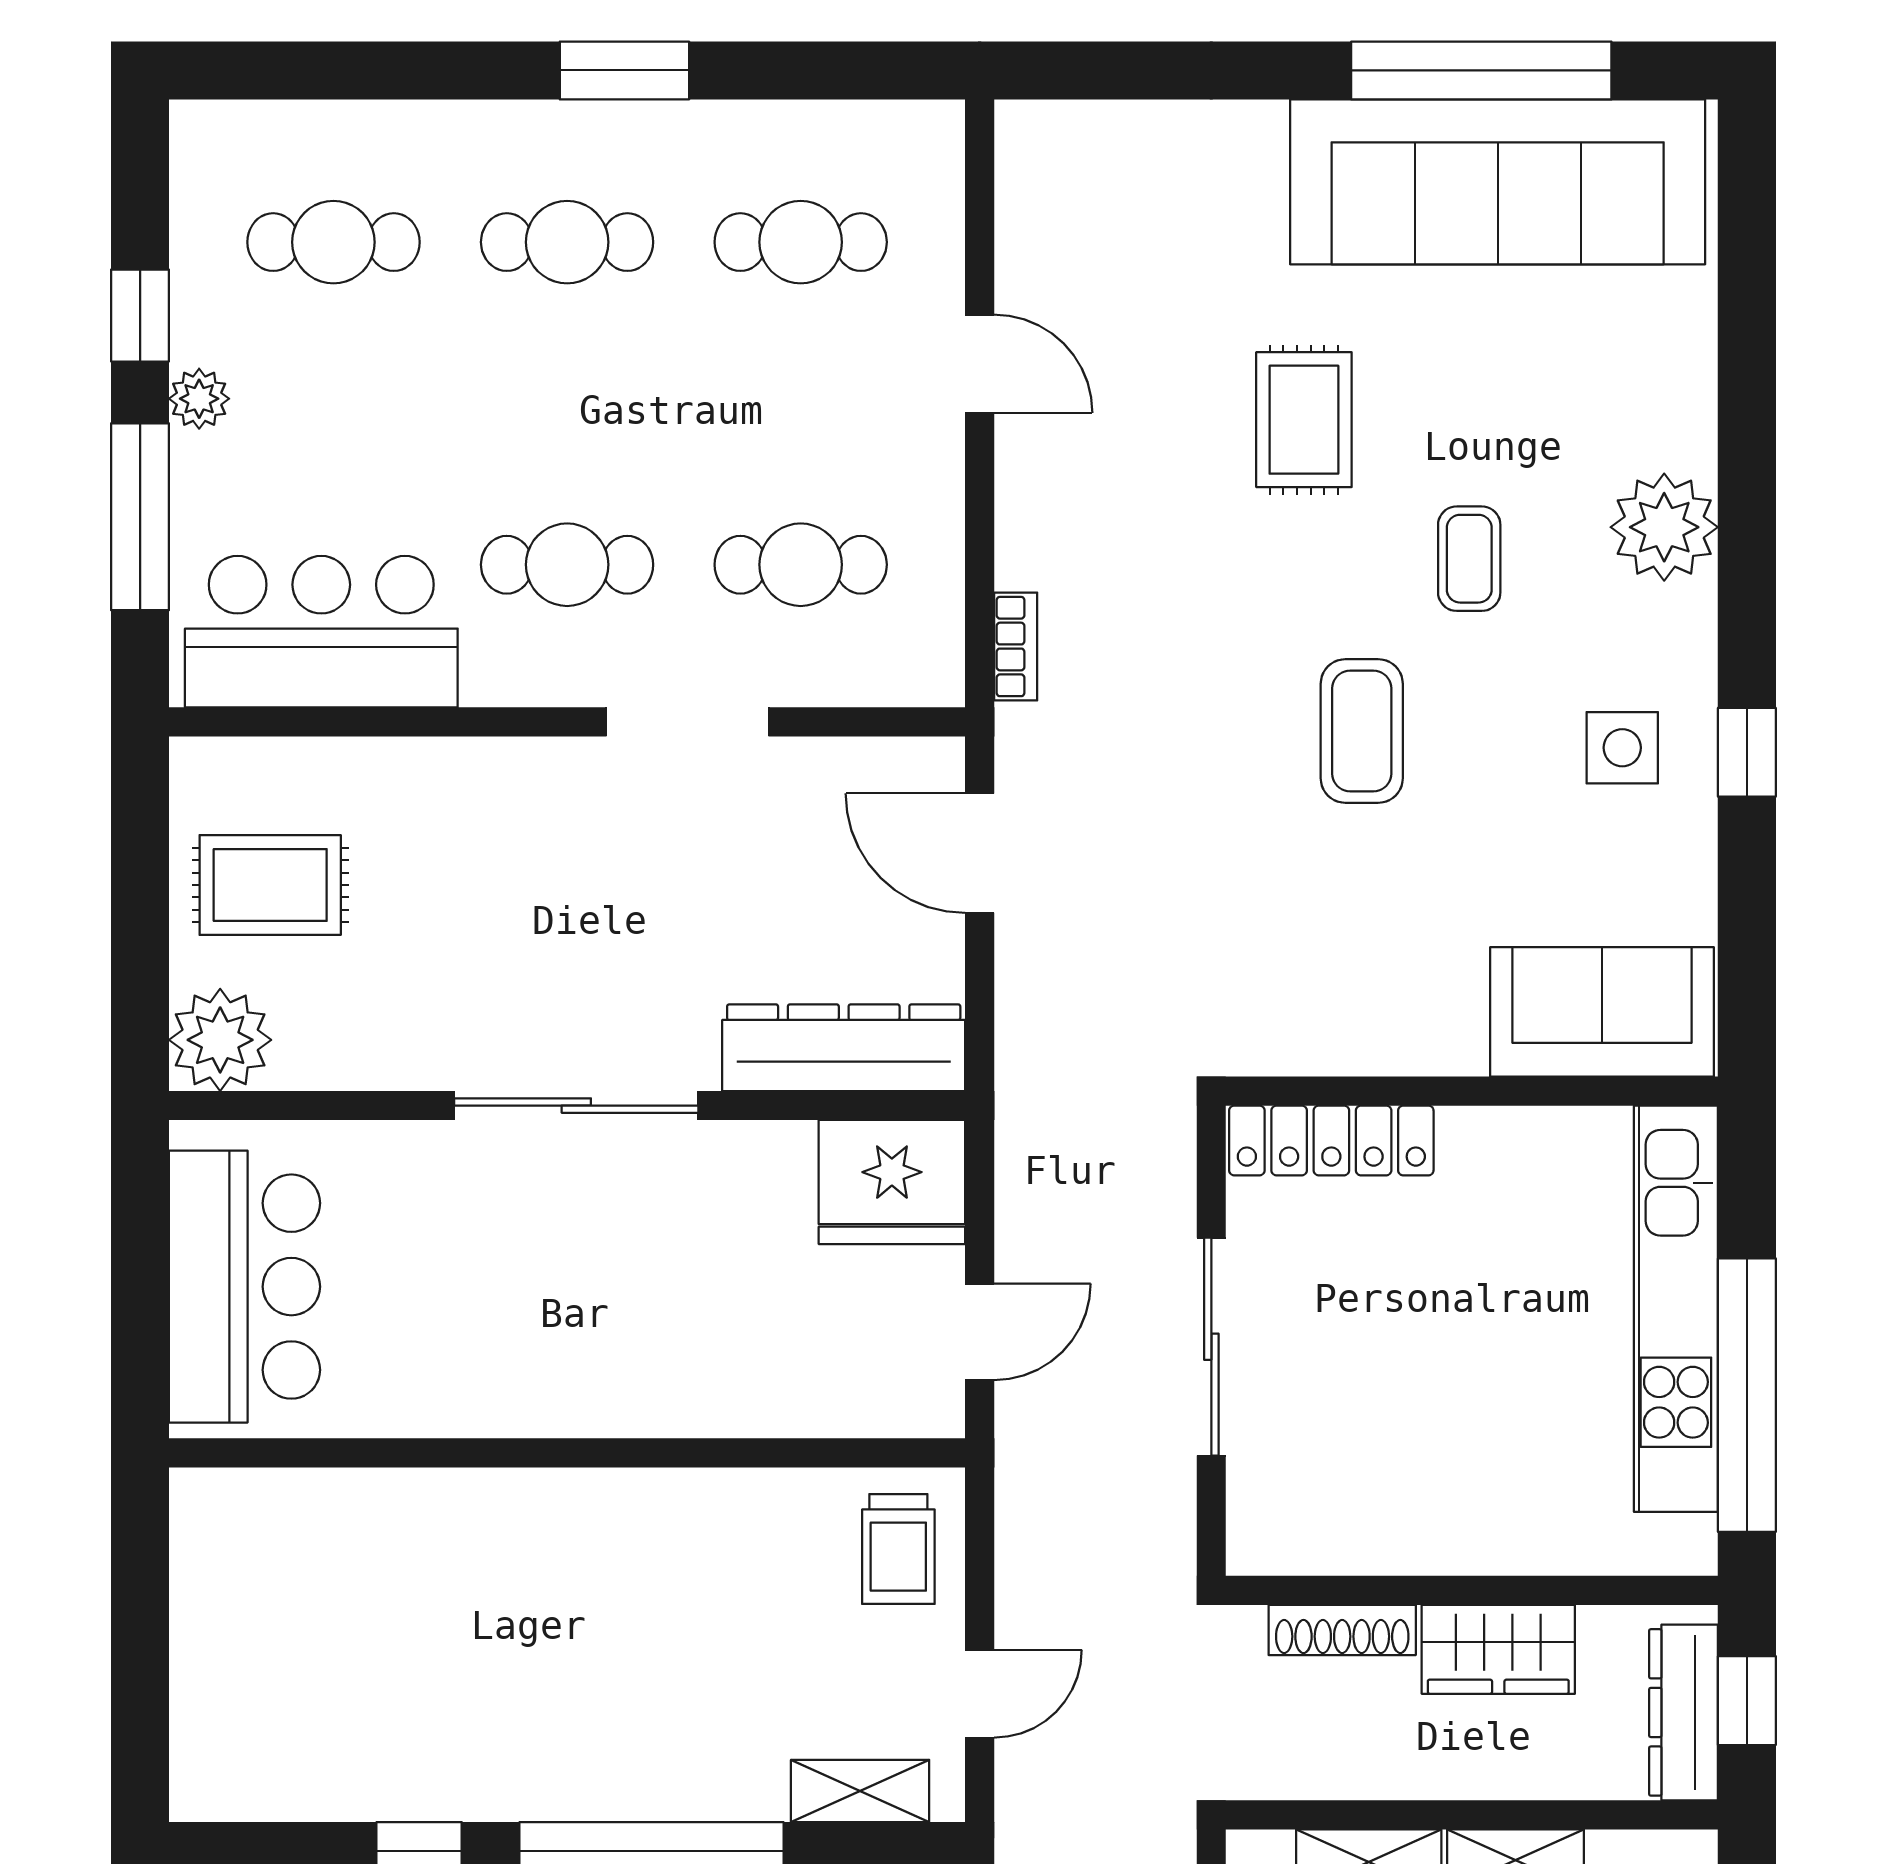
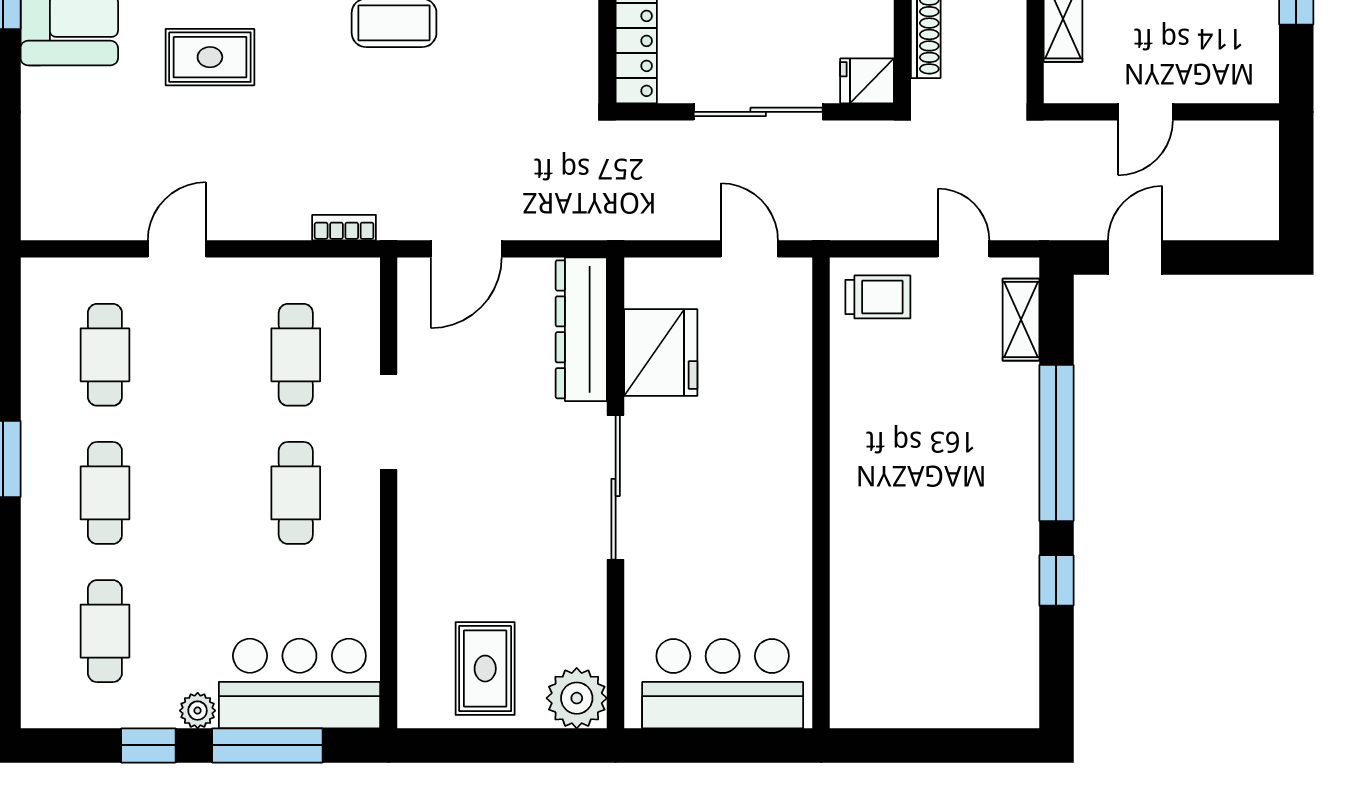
bar counter: (321, 632) -> (299, 684), moved, turned 90
fridge: (892, 1182) -> (661, 352), moved
fridge: (1264, 1531) -> (867, 81), added

